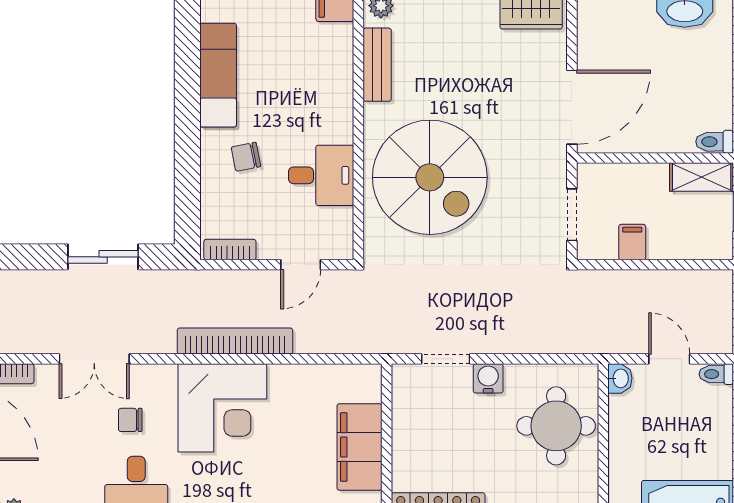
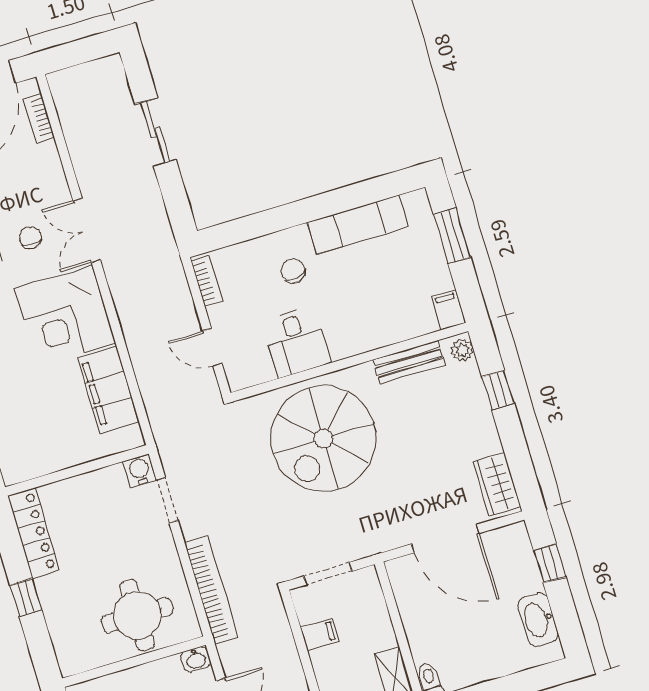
door: (572, 107) -> (445, 539), moved
sliding door: (103, 257) -> (156, 132), moved
bookcase: (235, 341) -> (211, 590), moved
double door: (94, 359) -> (87, 230), moved
water cooler: (488, 378) -> (140, 470), moved, turned -90
filing cabinet: (360, 447) -> (108, 390), moved, turned -90

